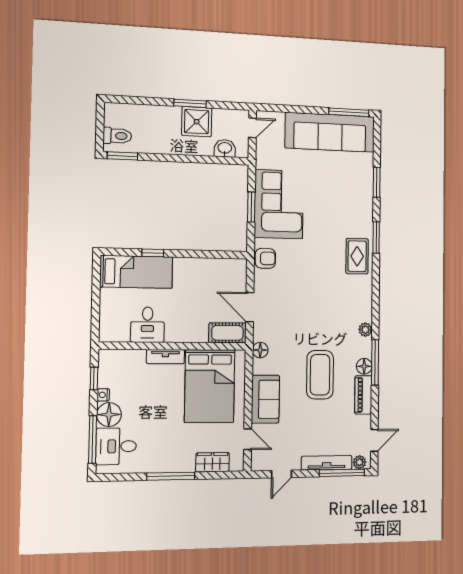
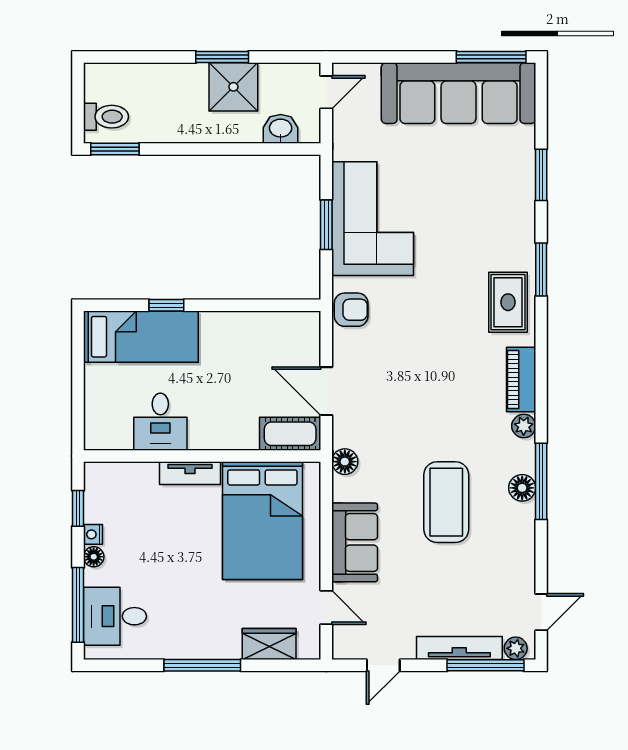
piano: (363, 395) -> (521, 380), moved
floor lamp: (109, 415) -> (94, 557), width x0.53, depth x0.53

